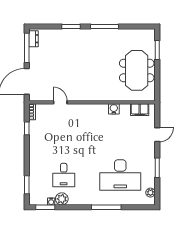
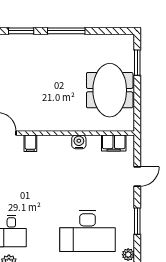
filing cabinet: (78, 110) -> (30, 143), added

